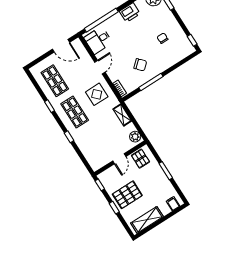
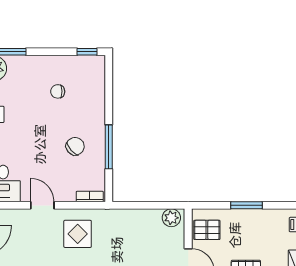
shelving: (122, 115) -> (129, 216), removed

